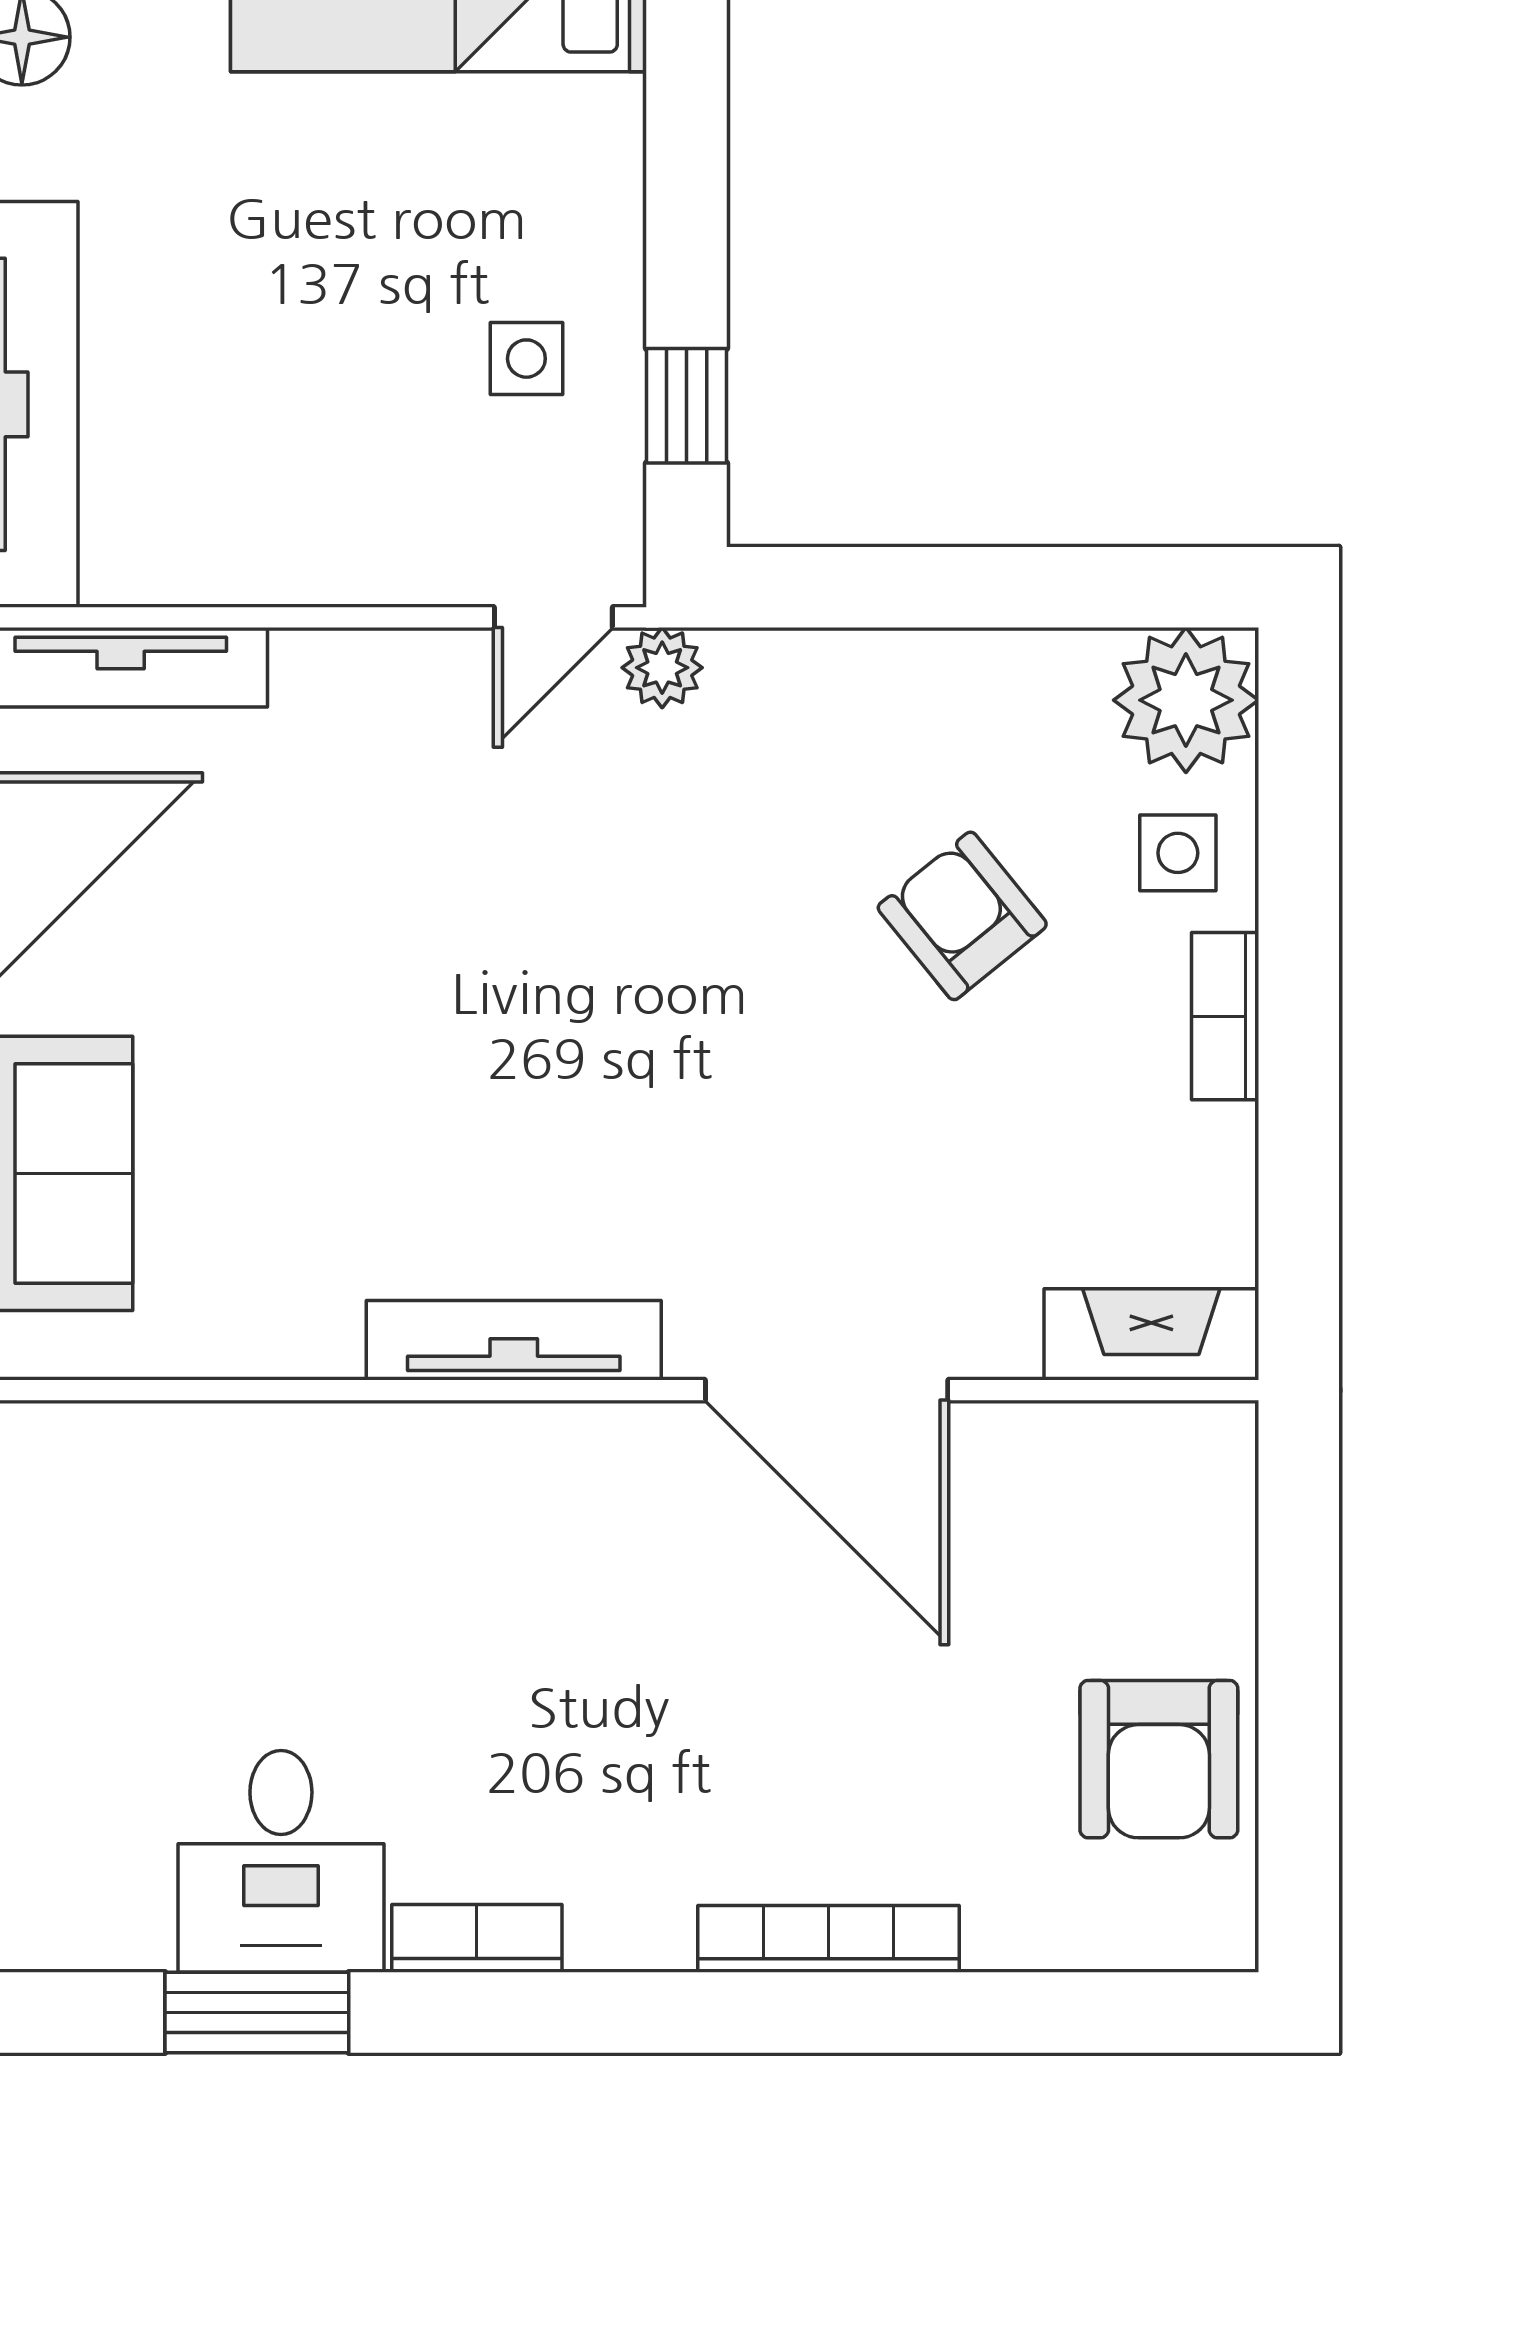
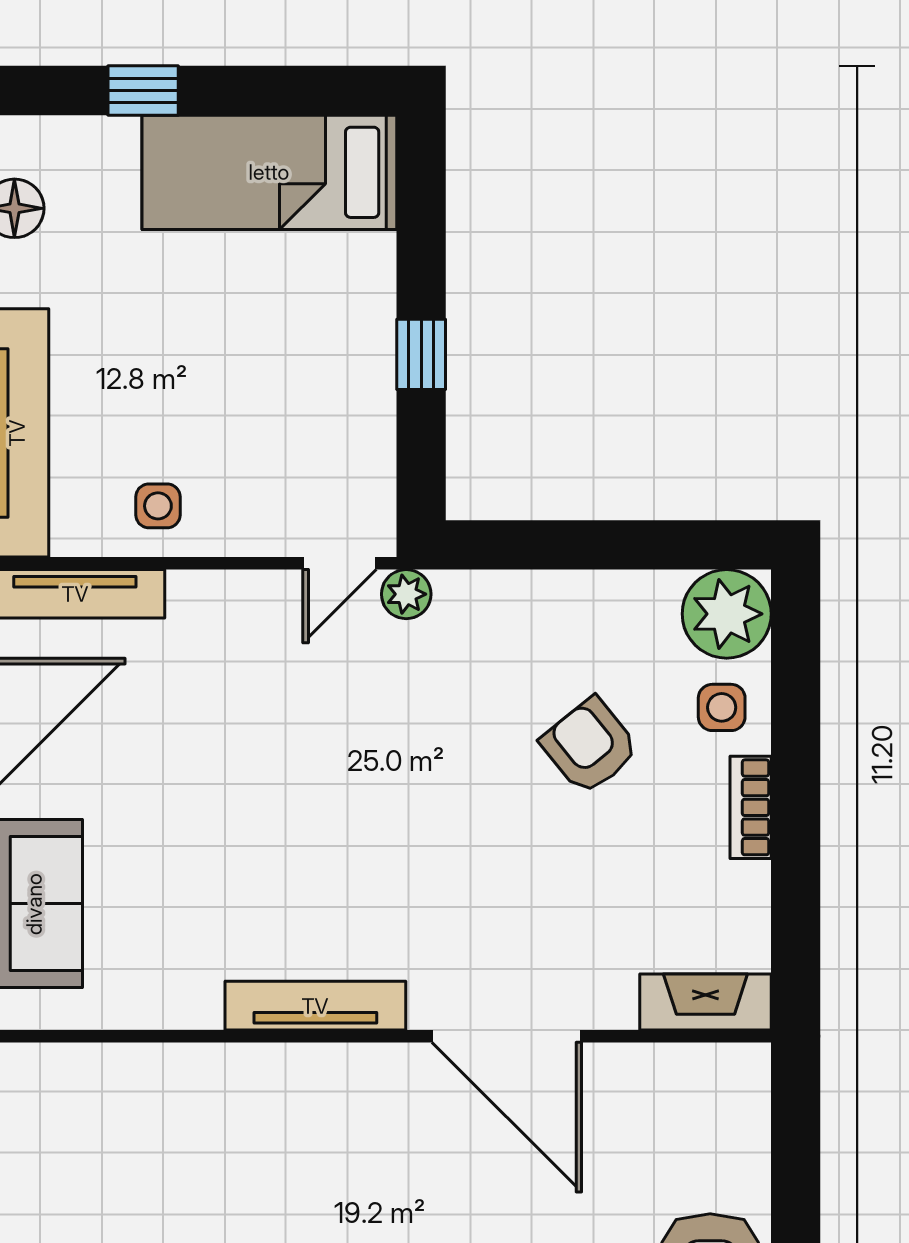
side table: (526, 359) -> (158, 506), moved
window: (686, 406) -> (421, 354), moved

